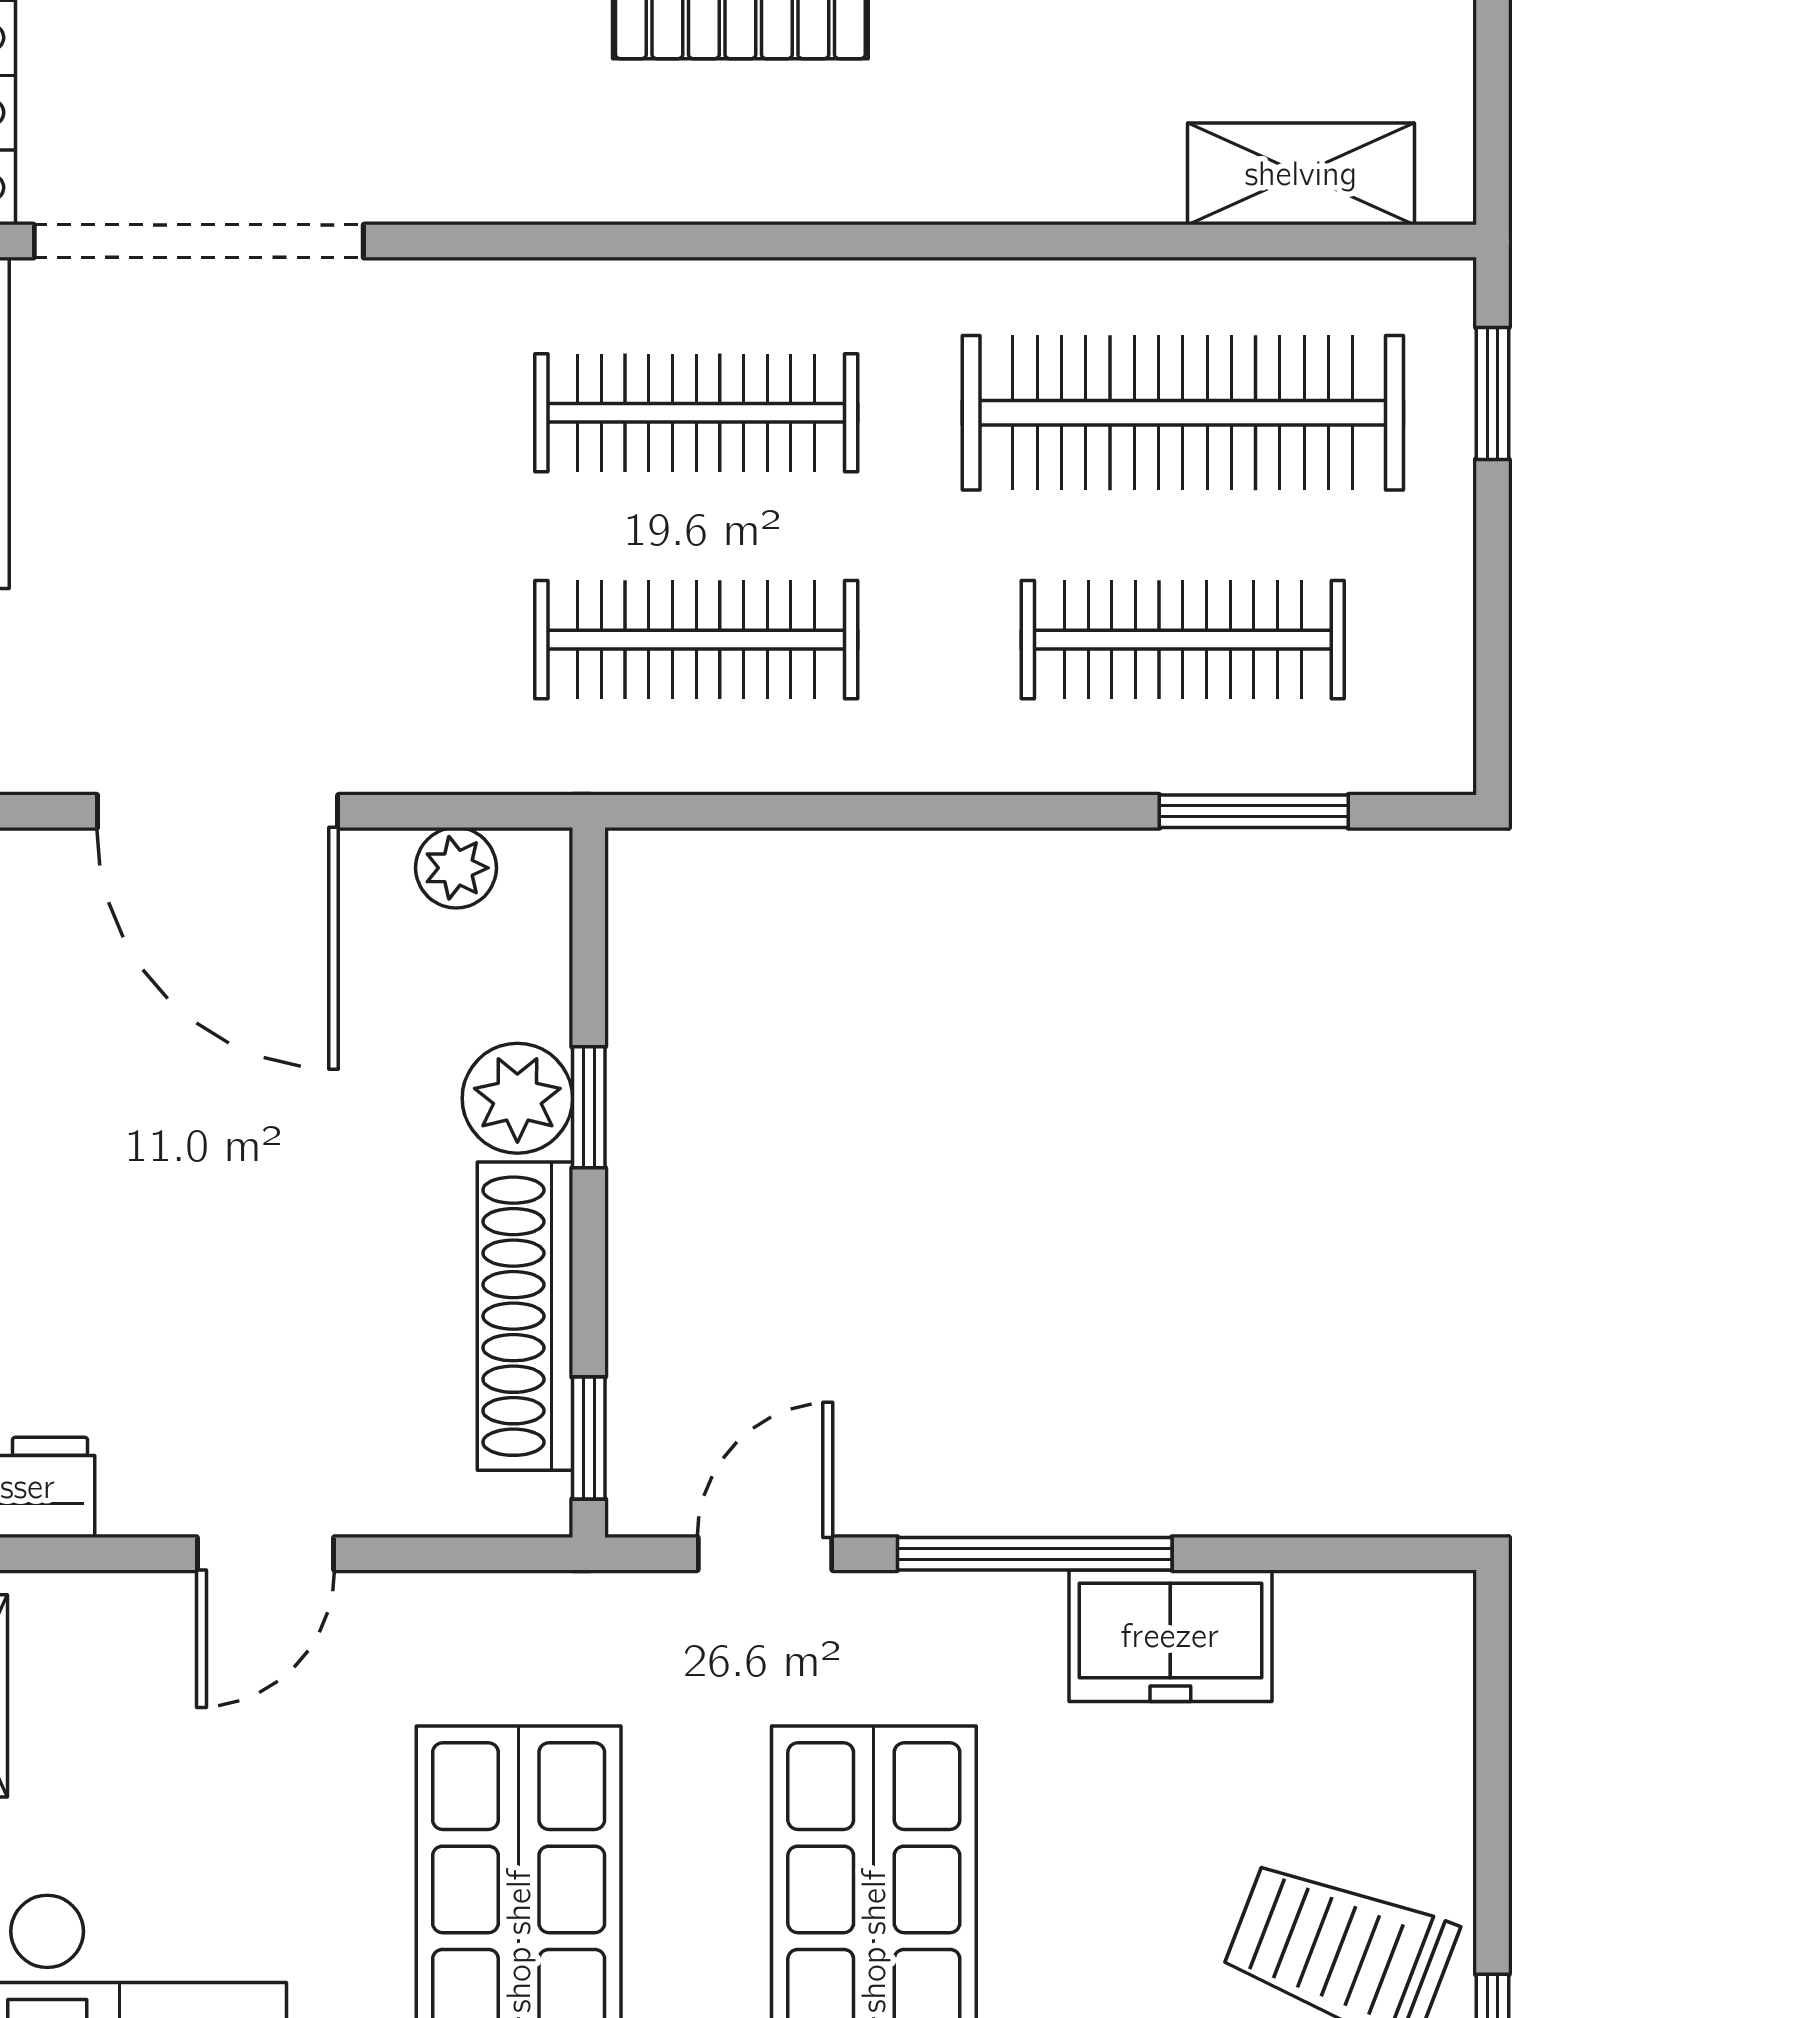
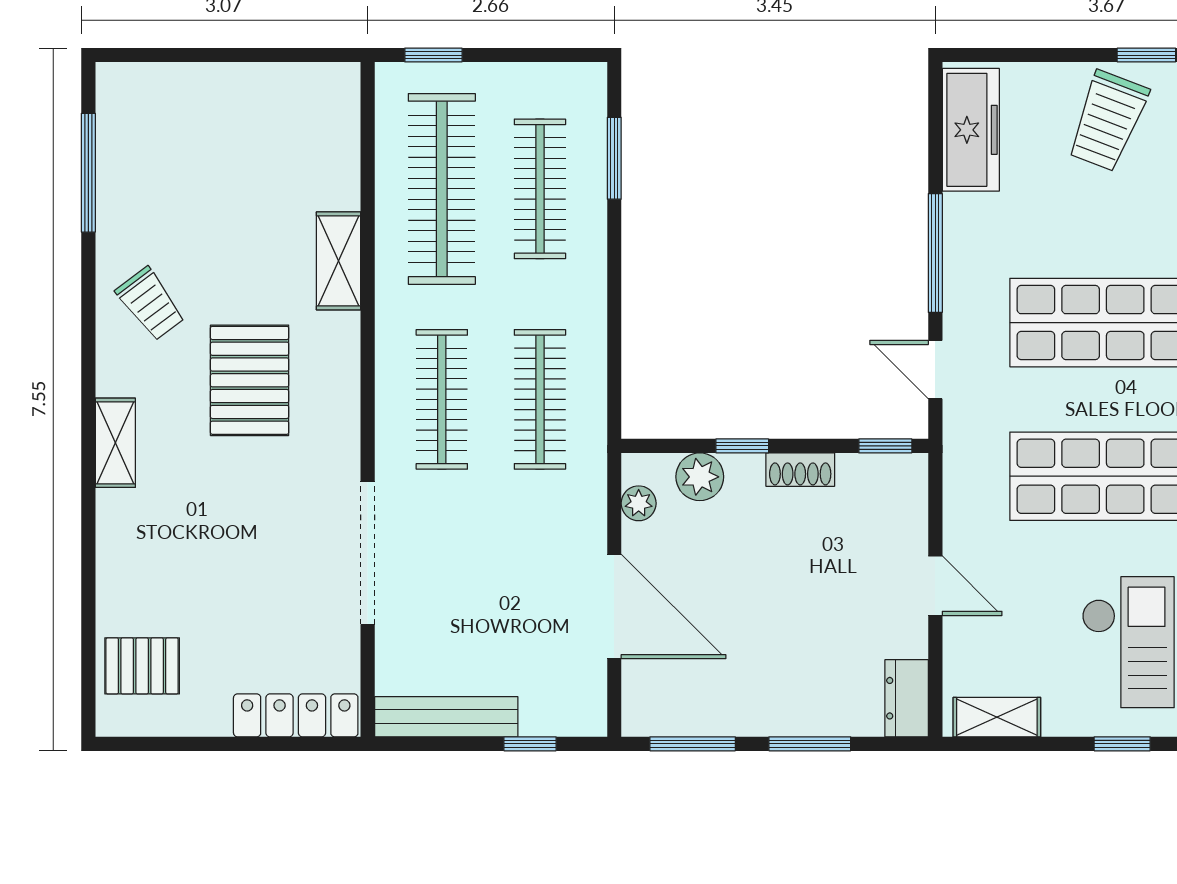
shelving: (1301, 174) -> (339, 261), moved
doorway: (199, 241) -> (368, 553), moved
door: (218, 811) -> (614, 606), hinge flipped
plant: (517, 1098) -> (700, 477), moved
shoe rack: (525, 1316) -> (800, 470), width x0.51, depth x0.81
freezer: (1170, 1636) -> (971, 130), moved, width x1.40

